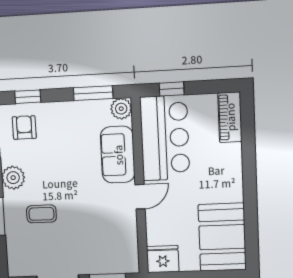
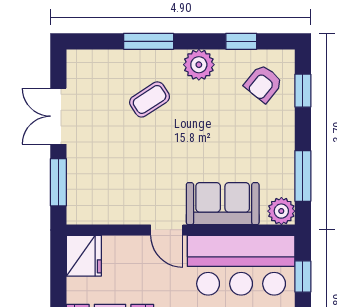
armchair: (24, 128) -> (263, 84), turned 129
coffee table: (41, 214) -> (150, 99), turned 57

